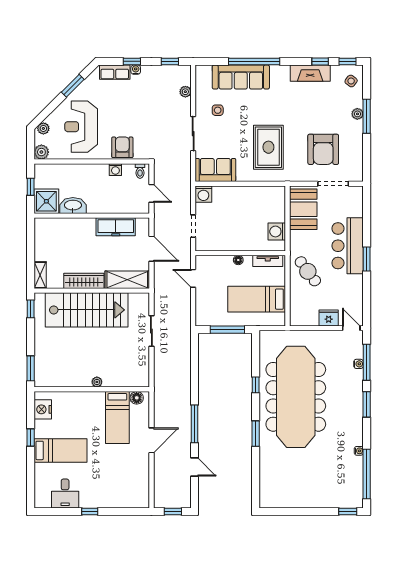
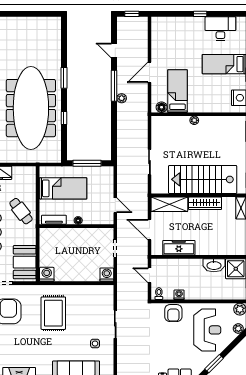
plant: (185, 92) -> (122, 98), moved
sofa: (215, 170) -> (97, 294), removed
washing machine: (277, 231) -> (47, 274), moved, turned -90
desk: (65, 493) -> (220, 29), width x1.37

